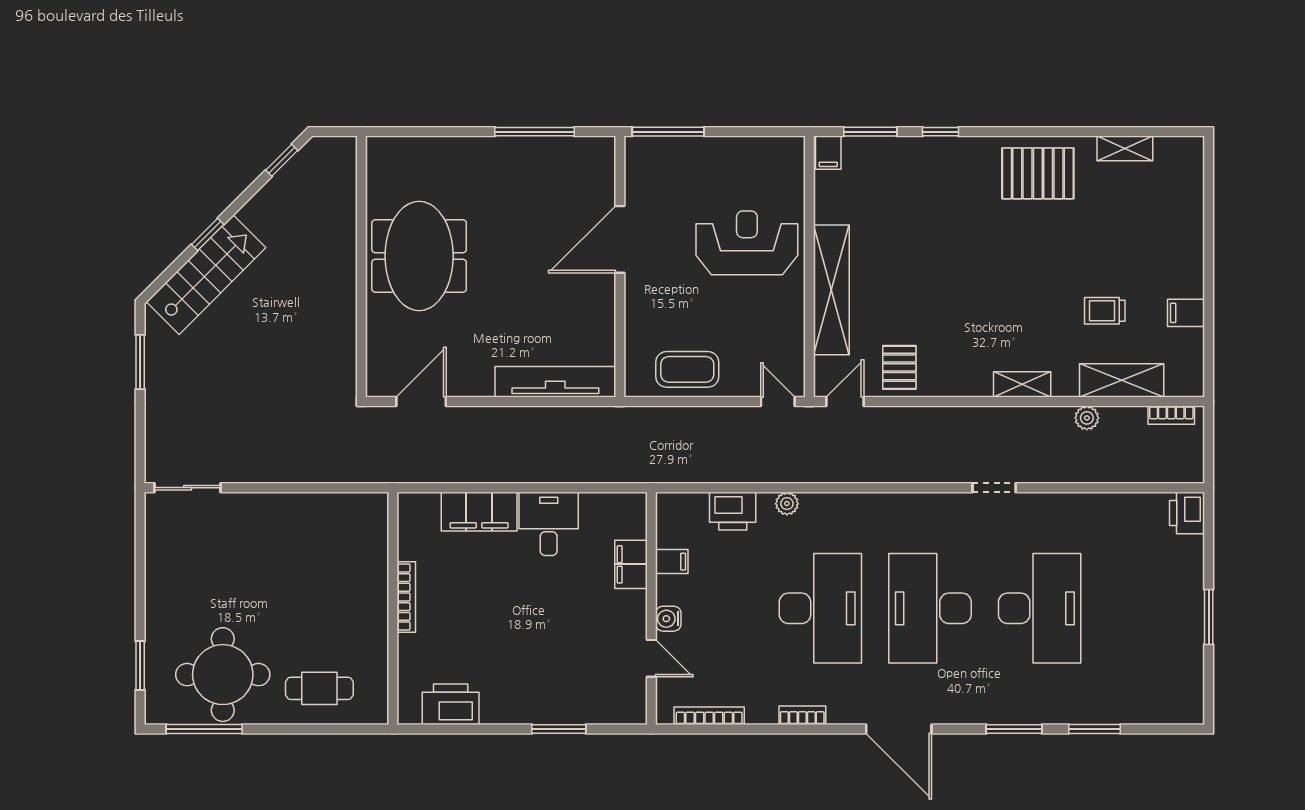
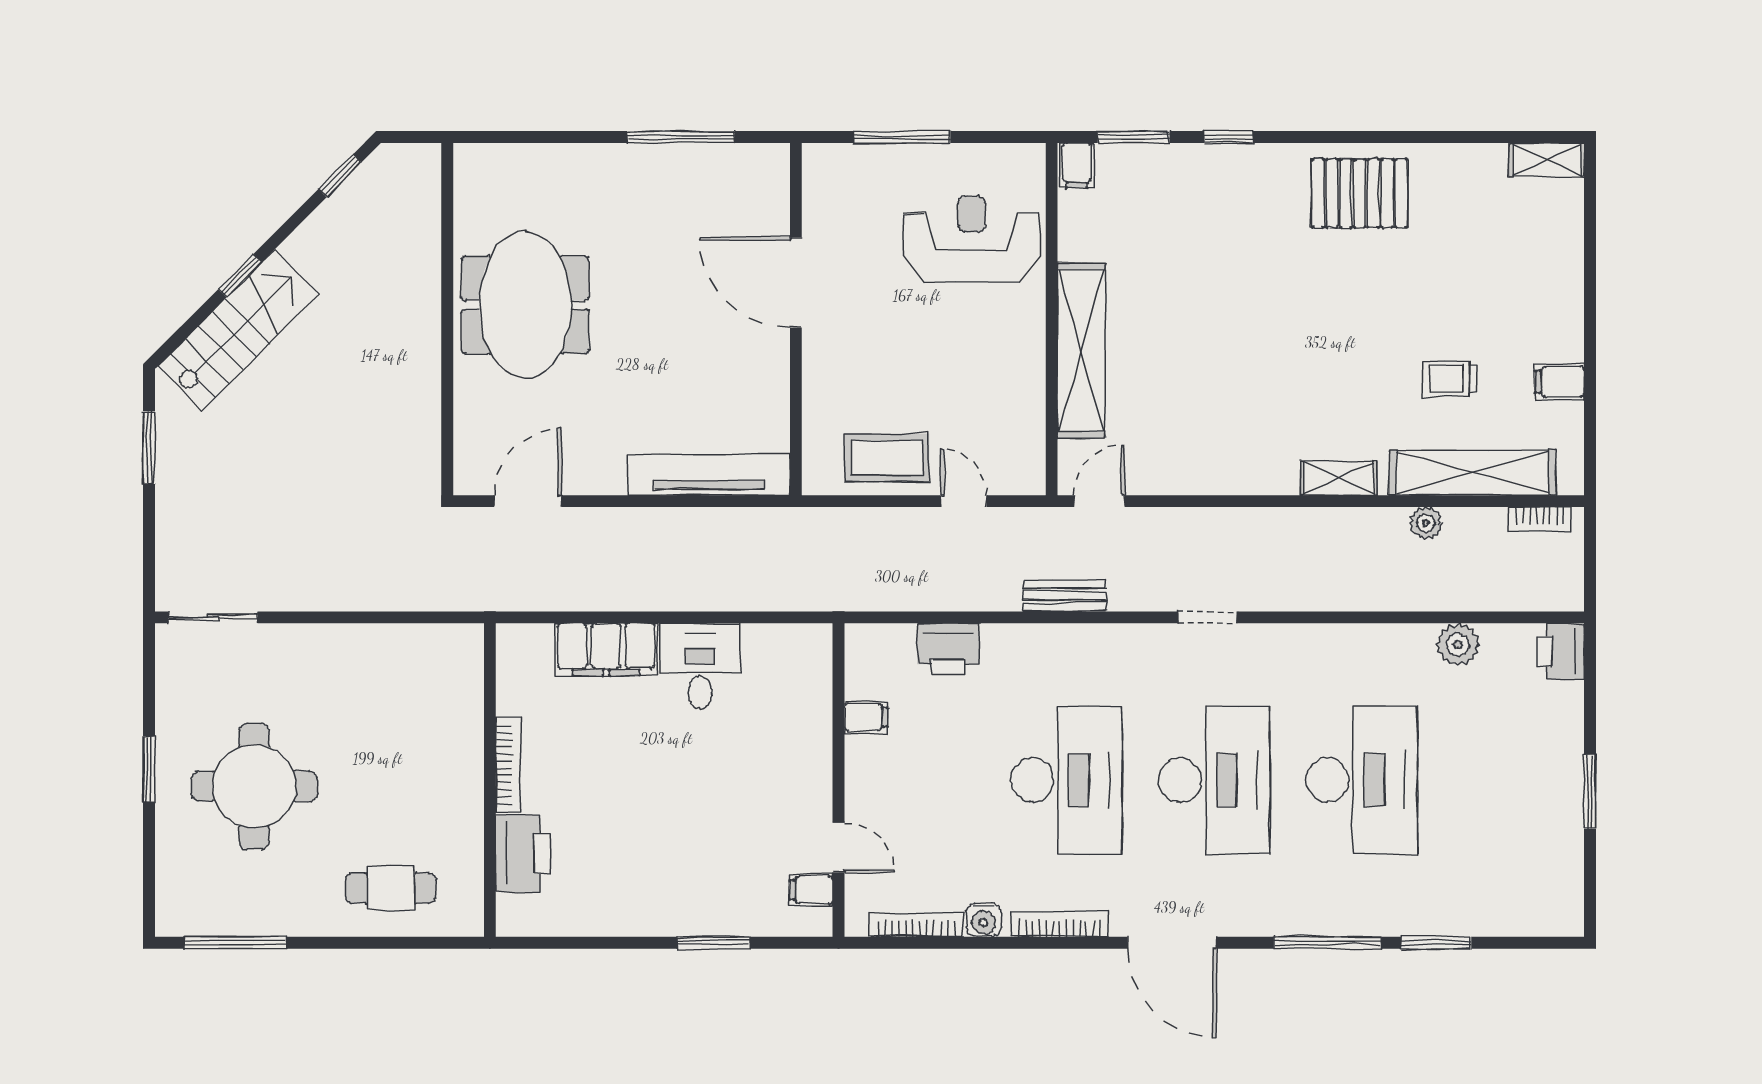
window: (668, 132) -> (902, 137), moved
shelving: (1125, 148) -> (1547, 160), moved
door: (620, 239) -> (796, 282), hinge flipped
reception desk: (747, 243) -> (972, 239), moved
pallet: (899, 367) -> (1173, 455), removed
shelving: (1122, 380) -> (1473, 473), width x1.47
door: (778, 402) -> (964, 501), moved
bench: (819, 472) -> (1065, 596), added
doorway: (994, 488) -> (1207, 617), moved
plant: (787, 504) -> (1458, 645), moved, width x1.38, depth x1.38
filing cabinet: (631, 564) -> (811, 890), moved, width x0.50
desk: (930, 608) -> (1214, 780), turned 180
water cooler: (668, 619) -> (984, 920), moved, turned -90
window: (140, 666) -> (149, 769), moved
round table: (223, 675) -> (254, 786), moved
printer: (451, 704) -> (523, 854), moved, turned 90
bookcase: (802, 715) -> (1060, 924), width x1.56
window: (1014, 729) -> (1328, 943), width x1.44

